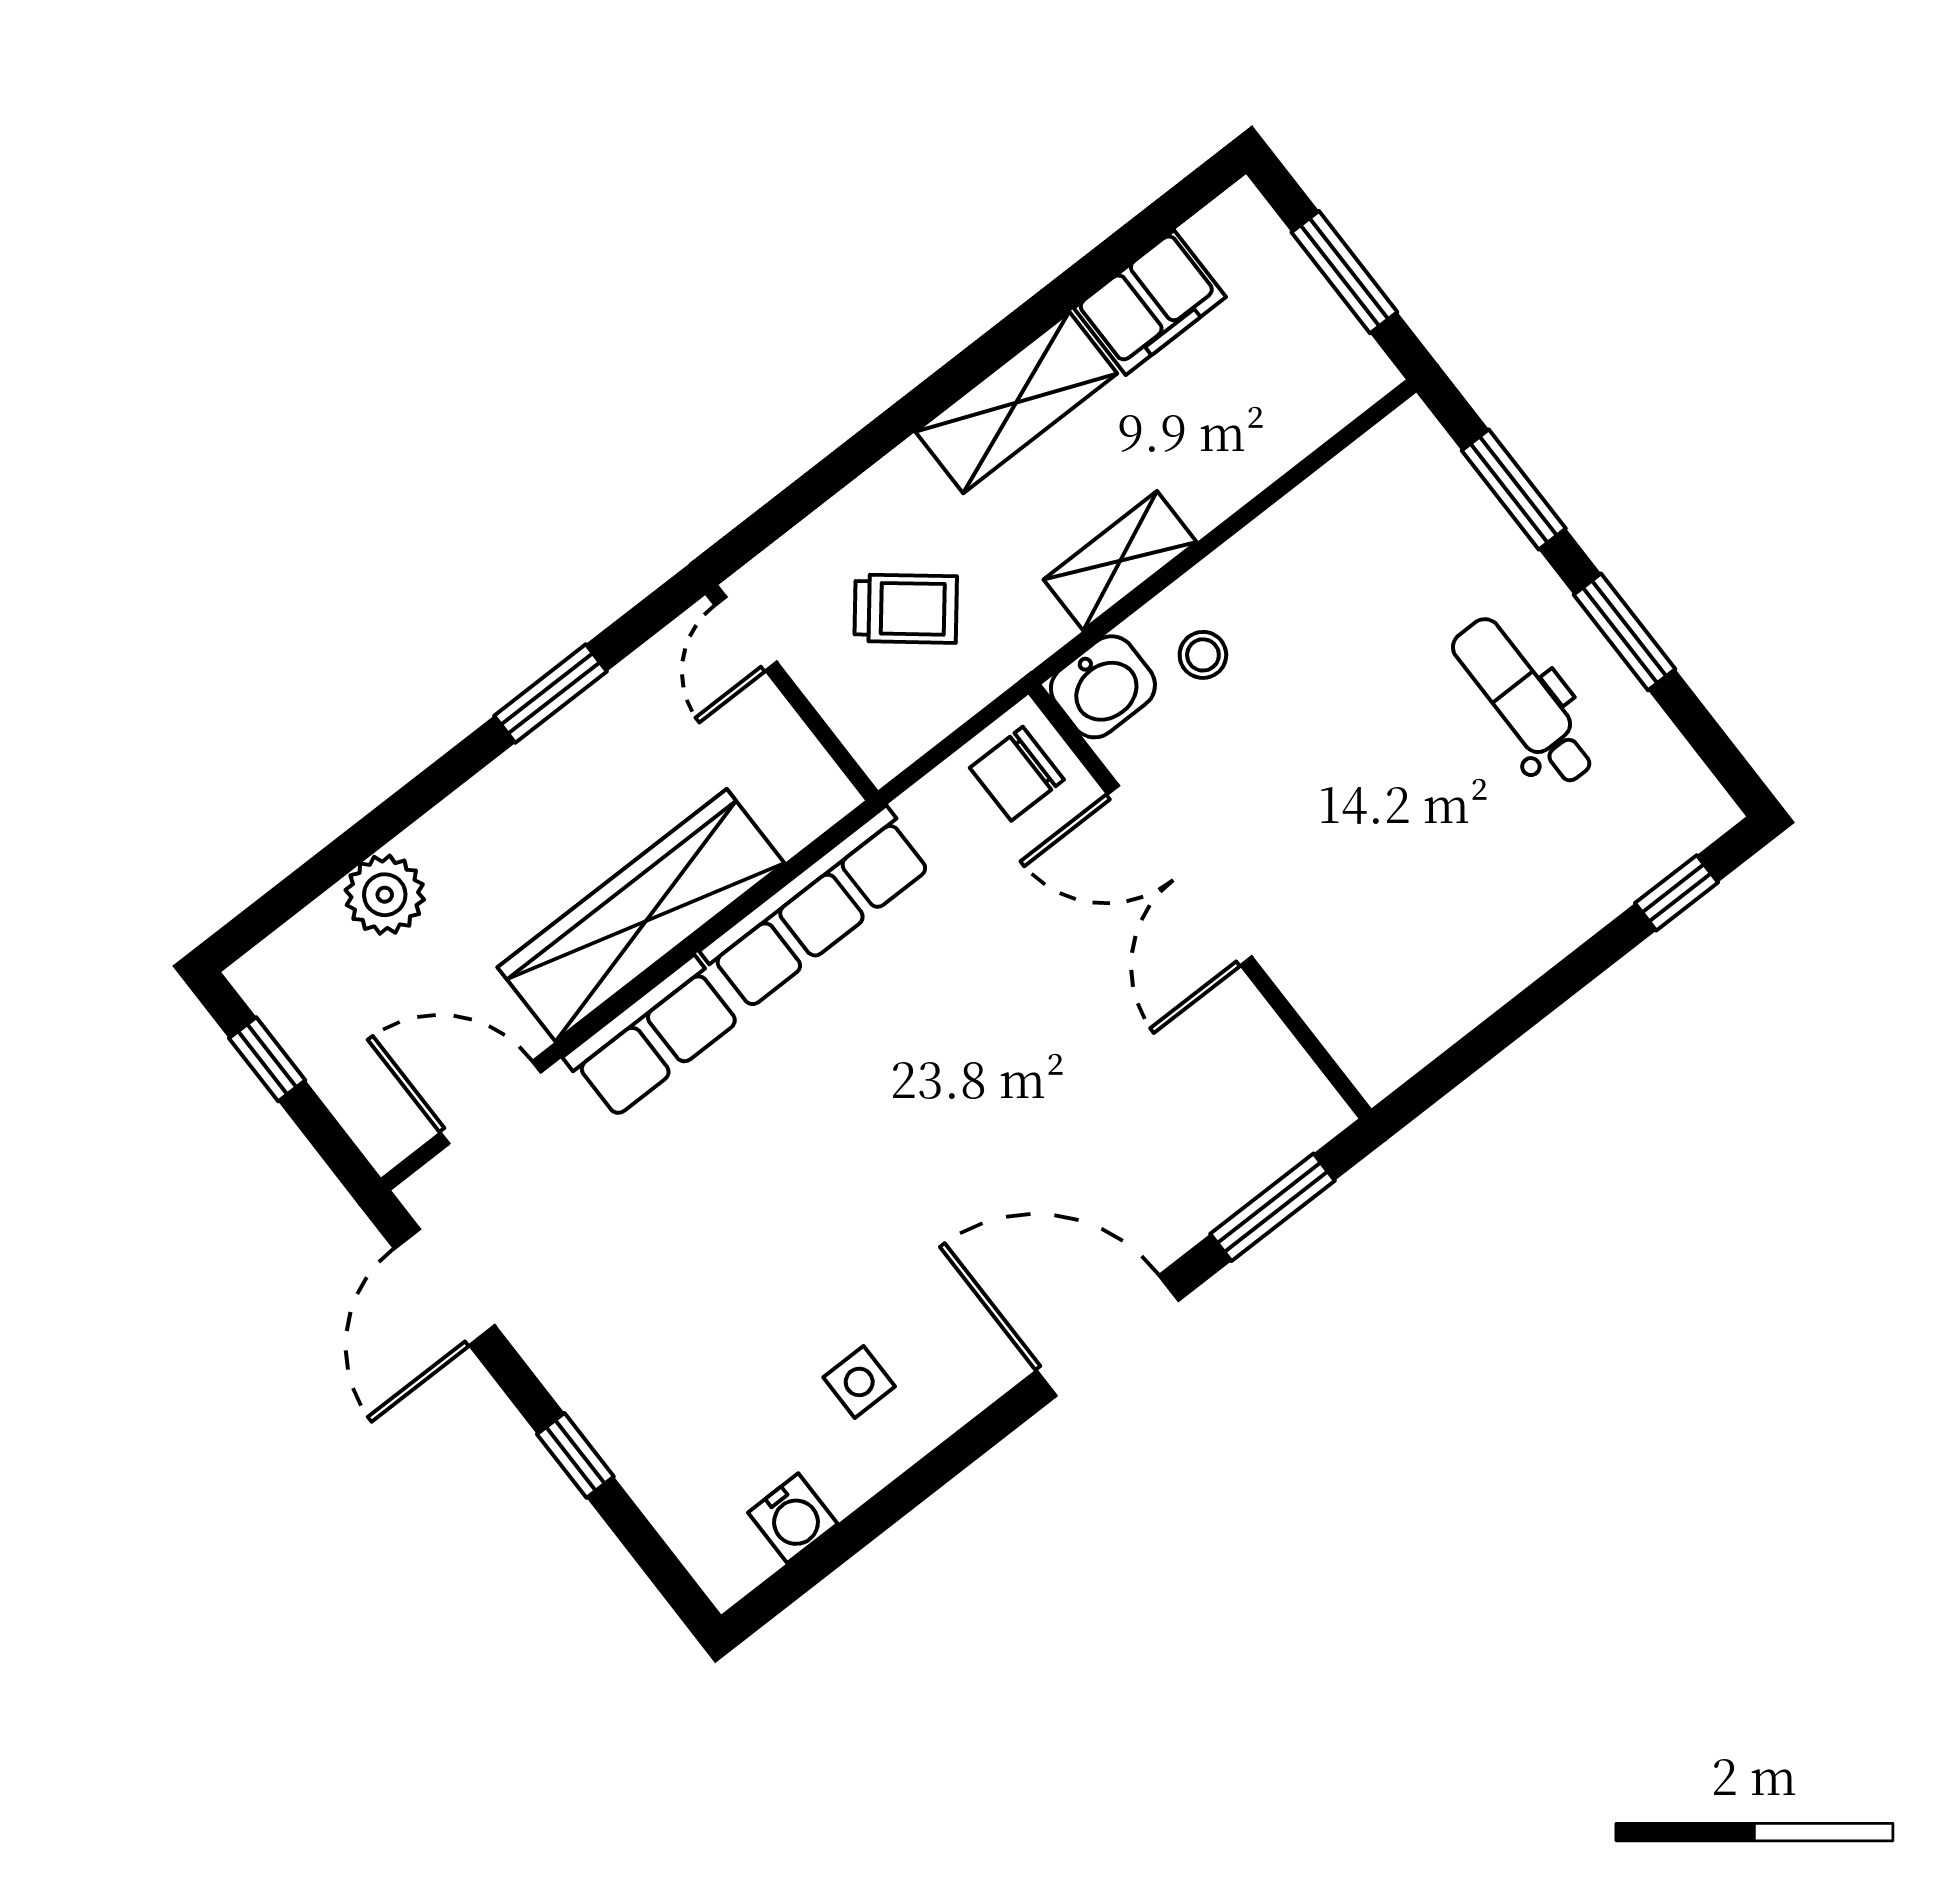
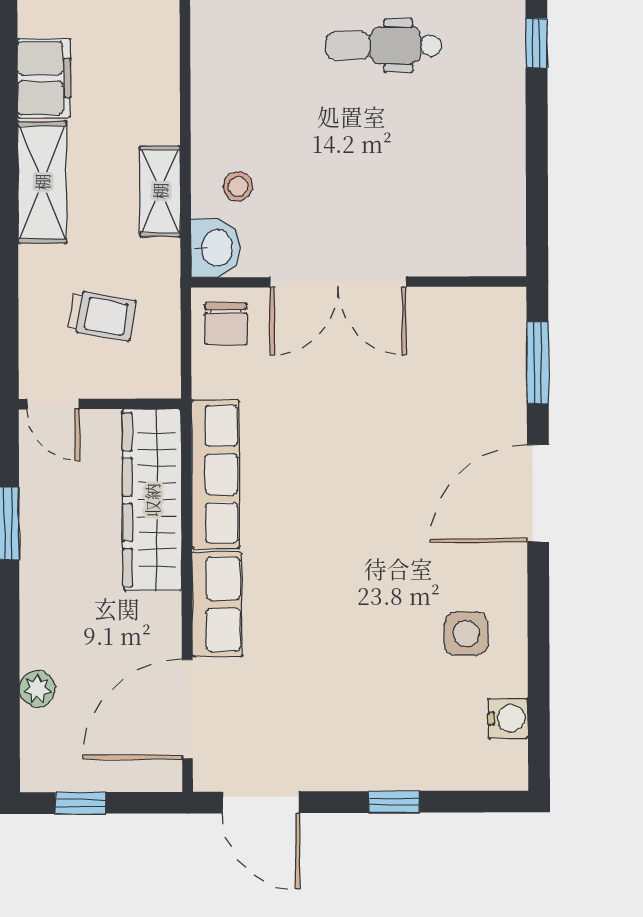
trolley: (906, 609) -> (102, 316), turned 61
plant: (385, 895) -> (37, 689), width x0.73, depth x0.73
wardrobe: (641, 915) -> (152, 500), moved
door: (491, 1103) -> (187, 709), width x1.36
side table: (859, 1382) -> (466, 634), width x1.37, depth x1.37

